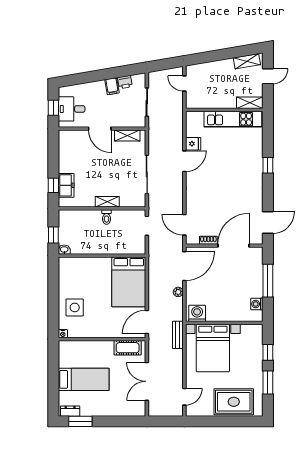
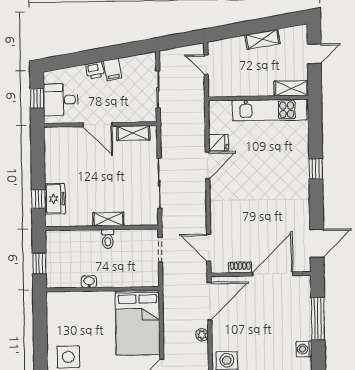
shelving: (247, 61) -> (262, 39), moved
printer: (125, 82) -> (95, 70), moved
washbasin: (64, 250) -> (89, 282), moved

